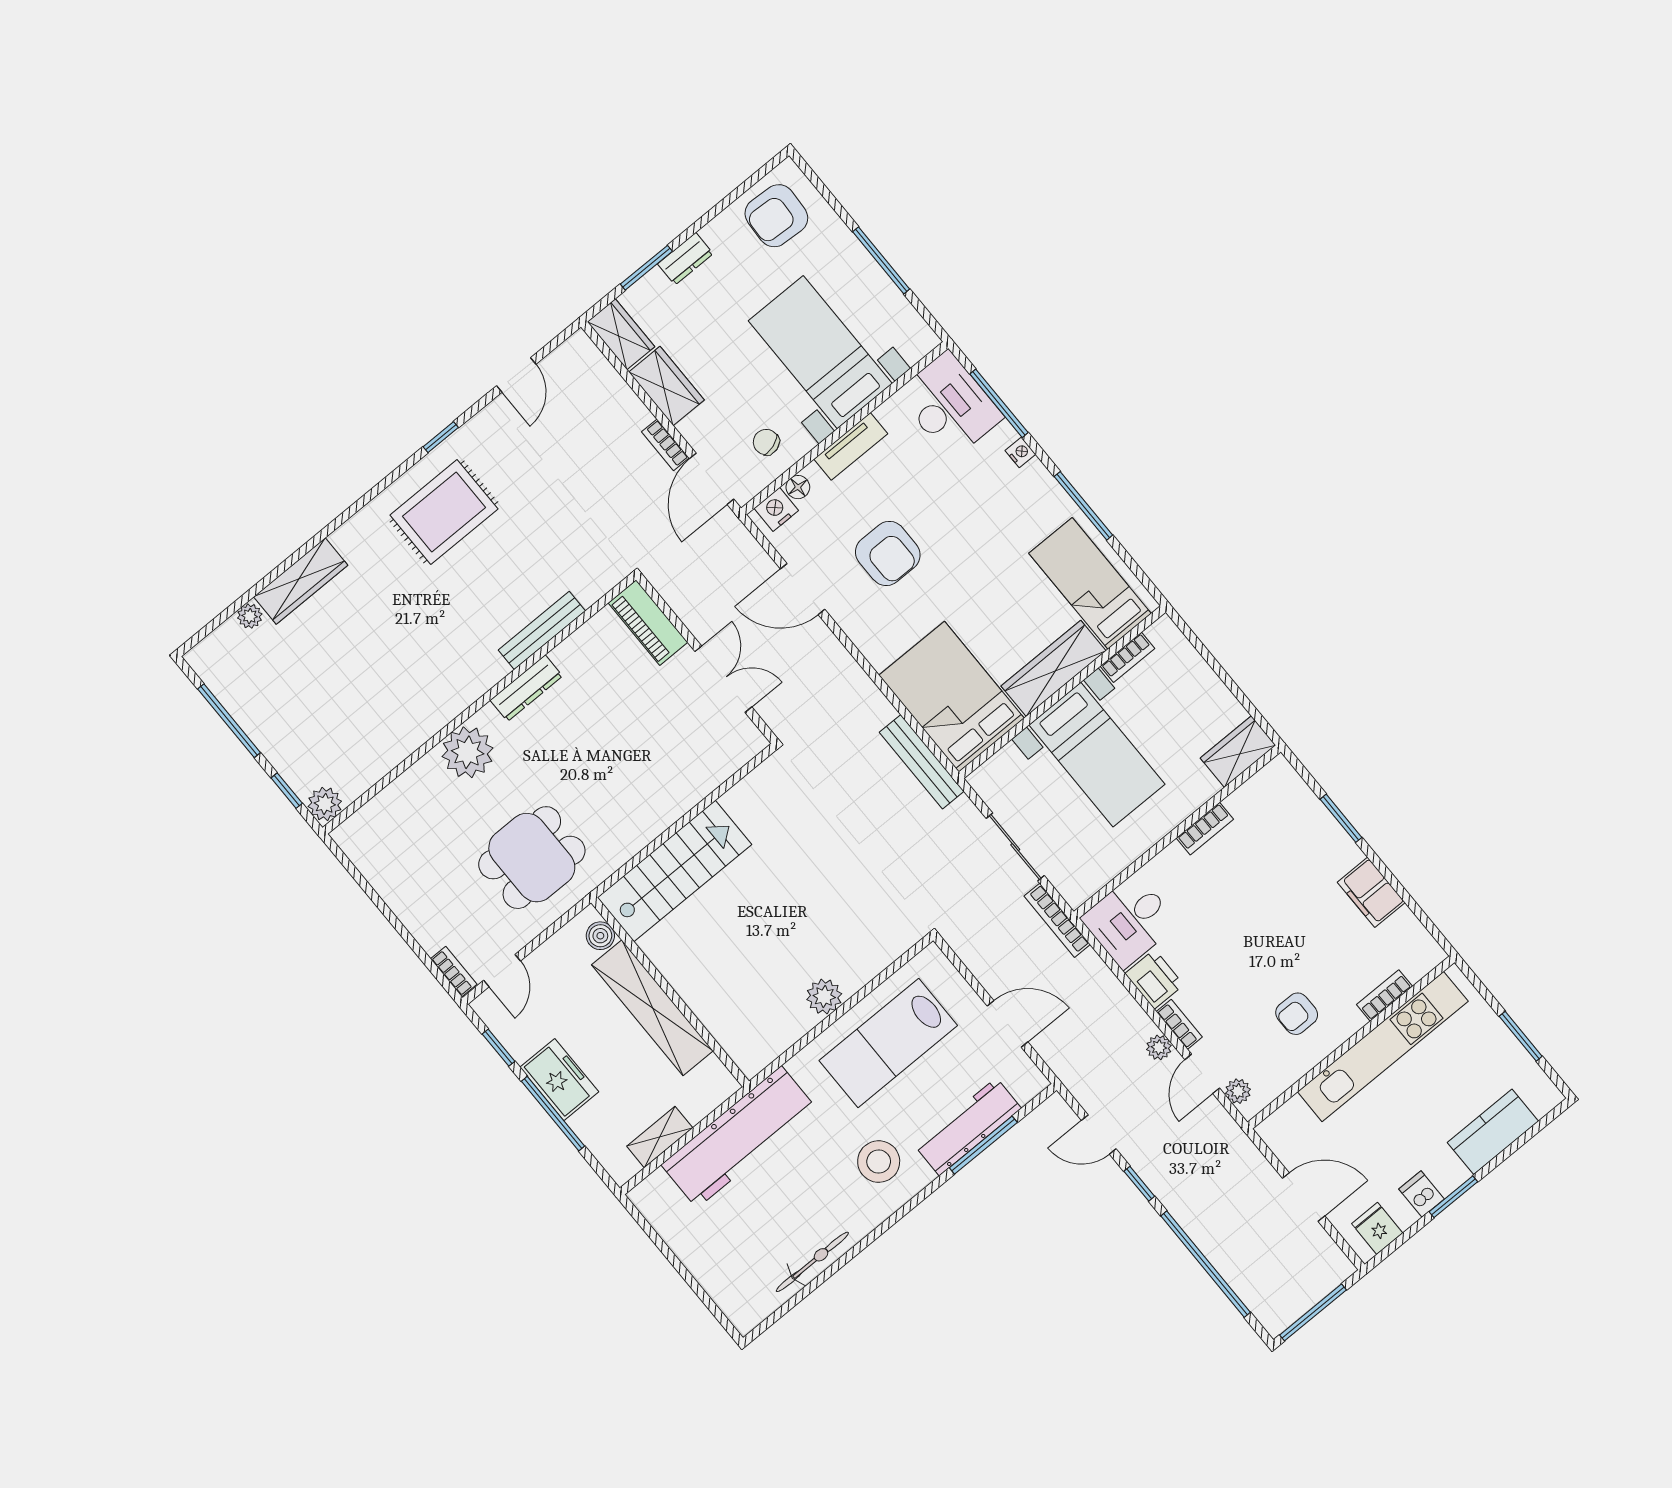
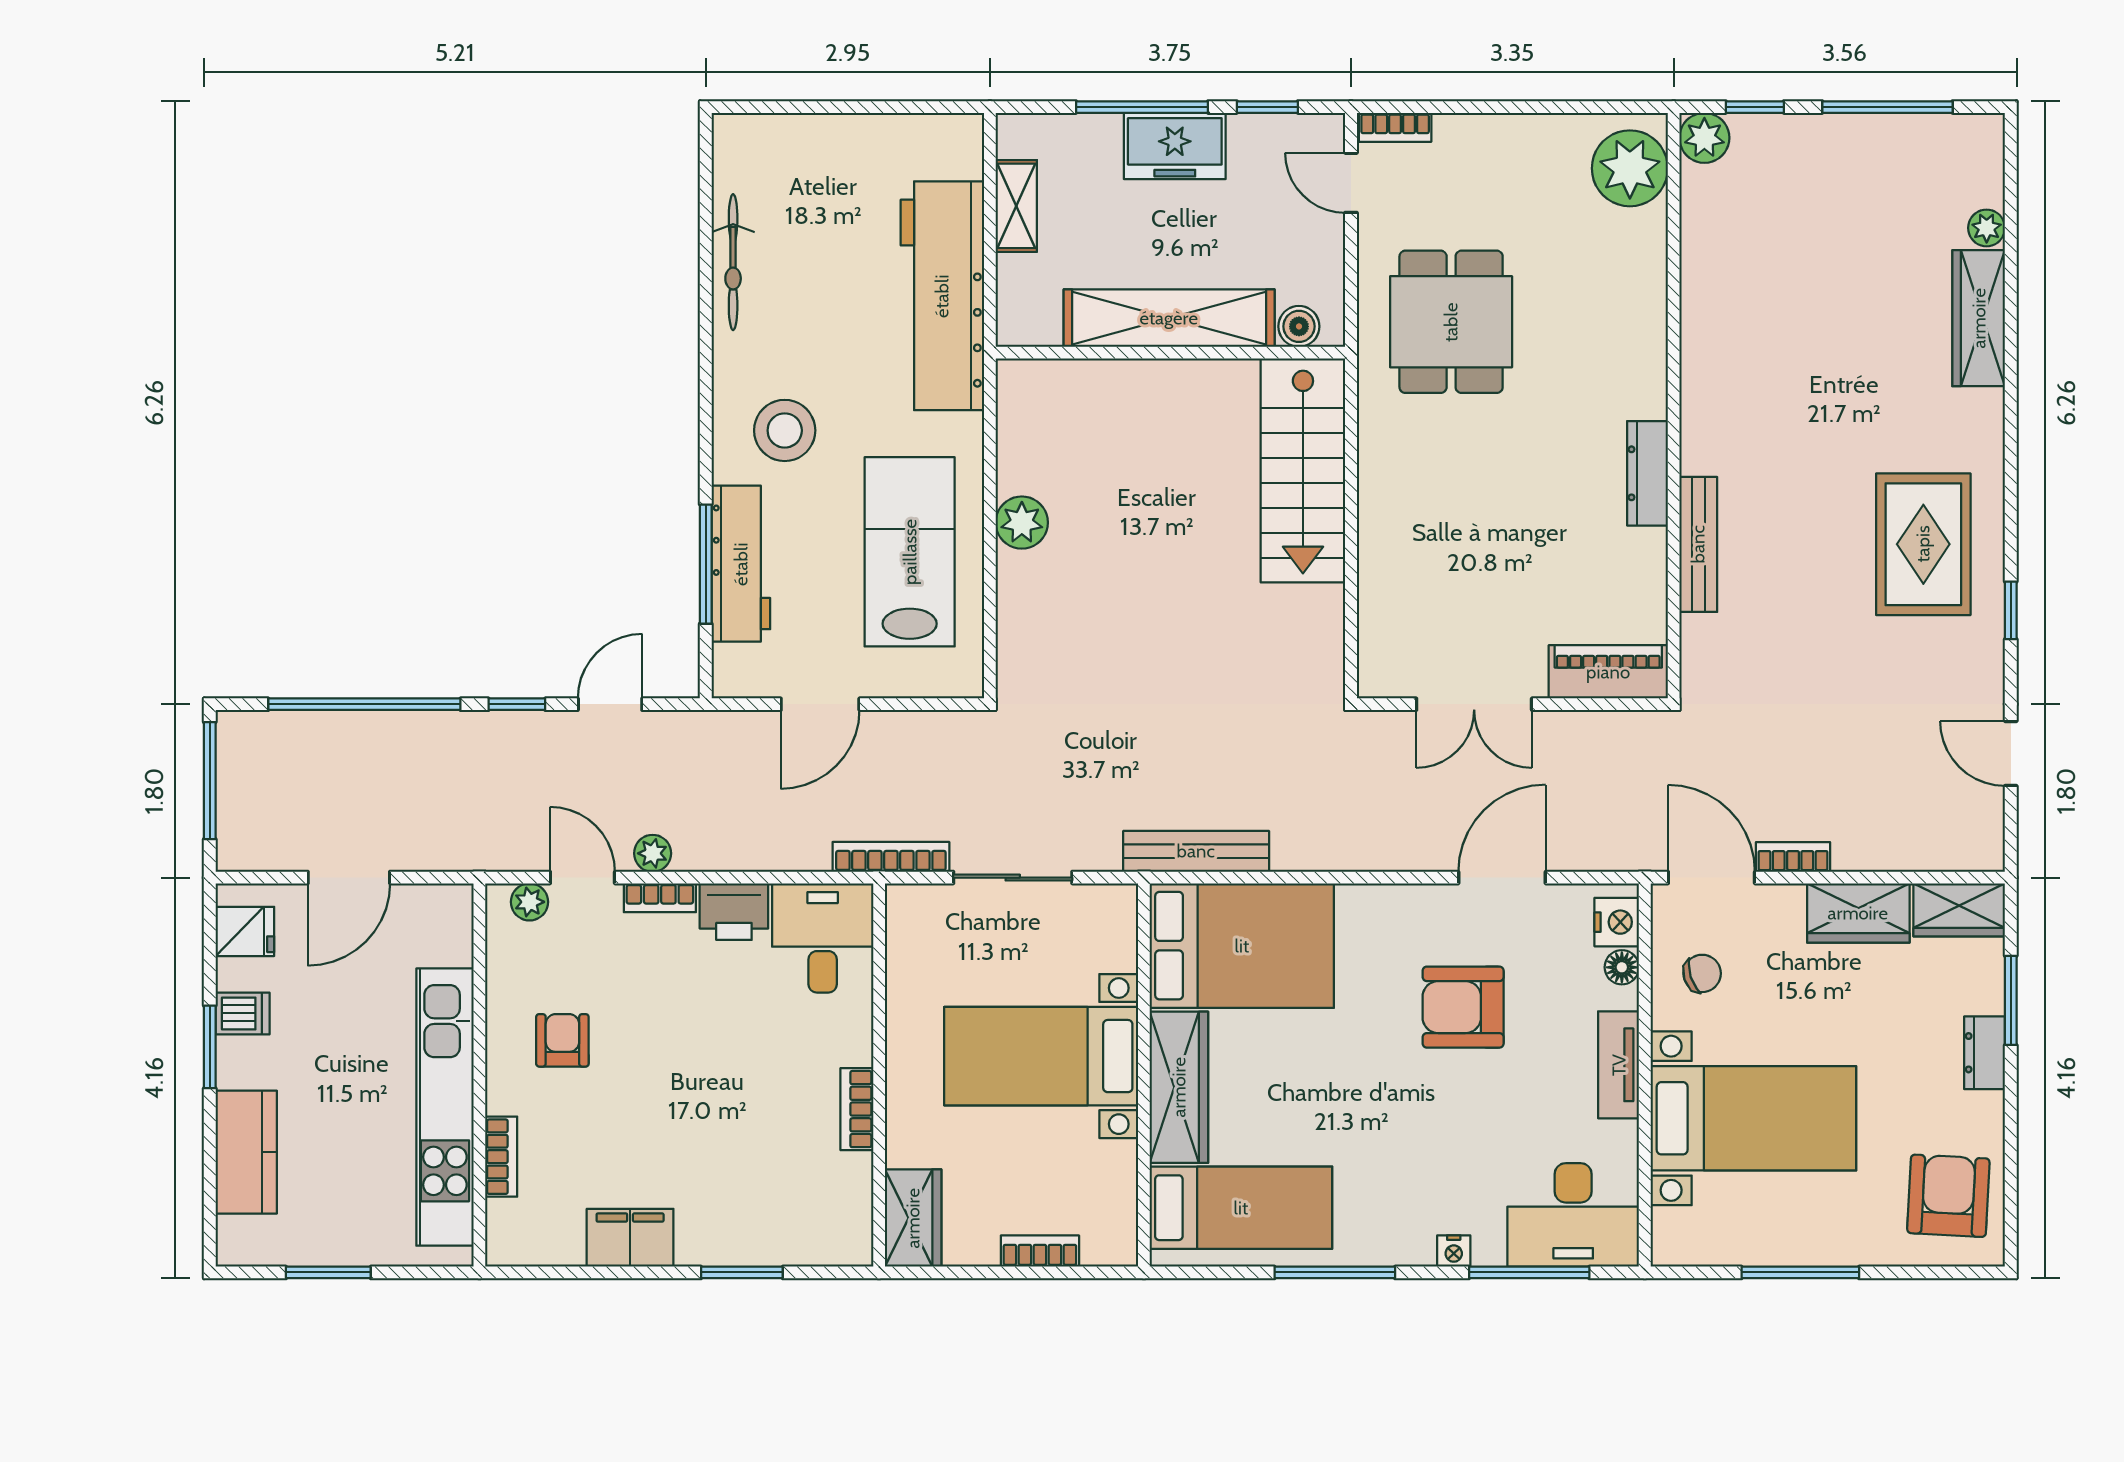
bookcase: (1127, 657) -> (1040, 1251), moved, turned 90
plant: (468, 752) -> (1630, 168), moved

